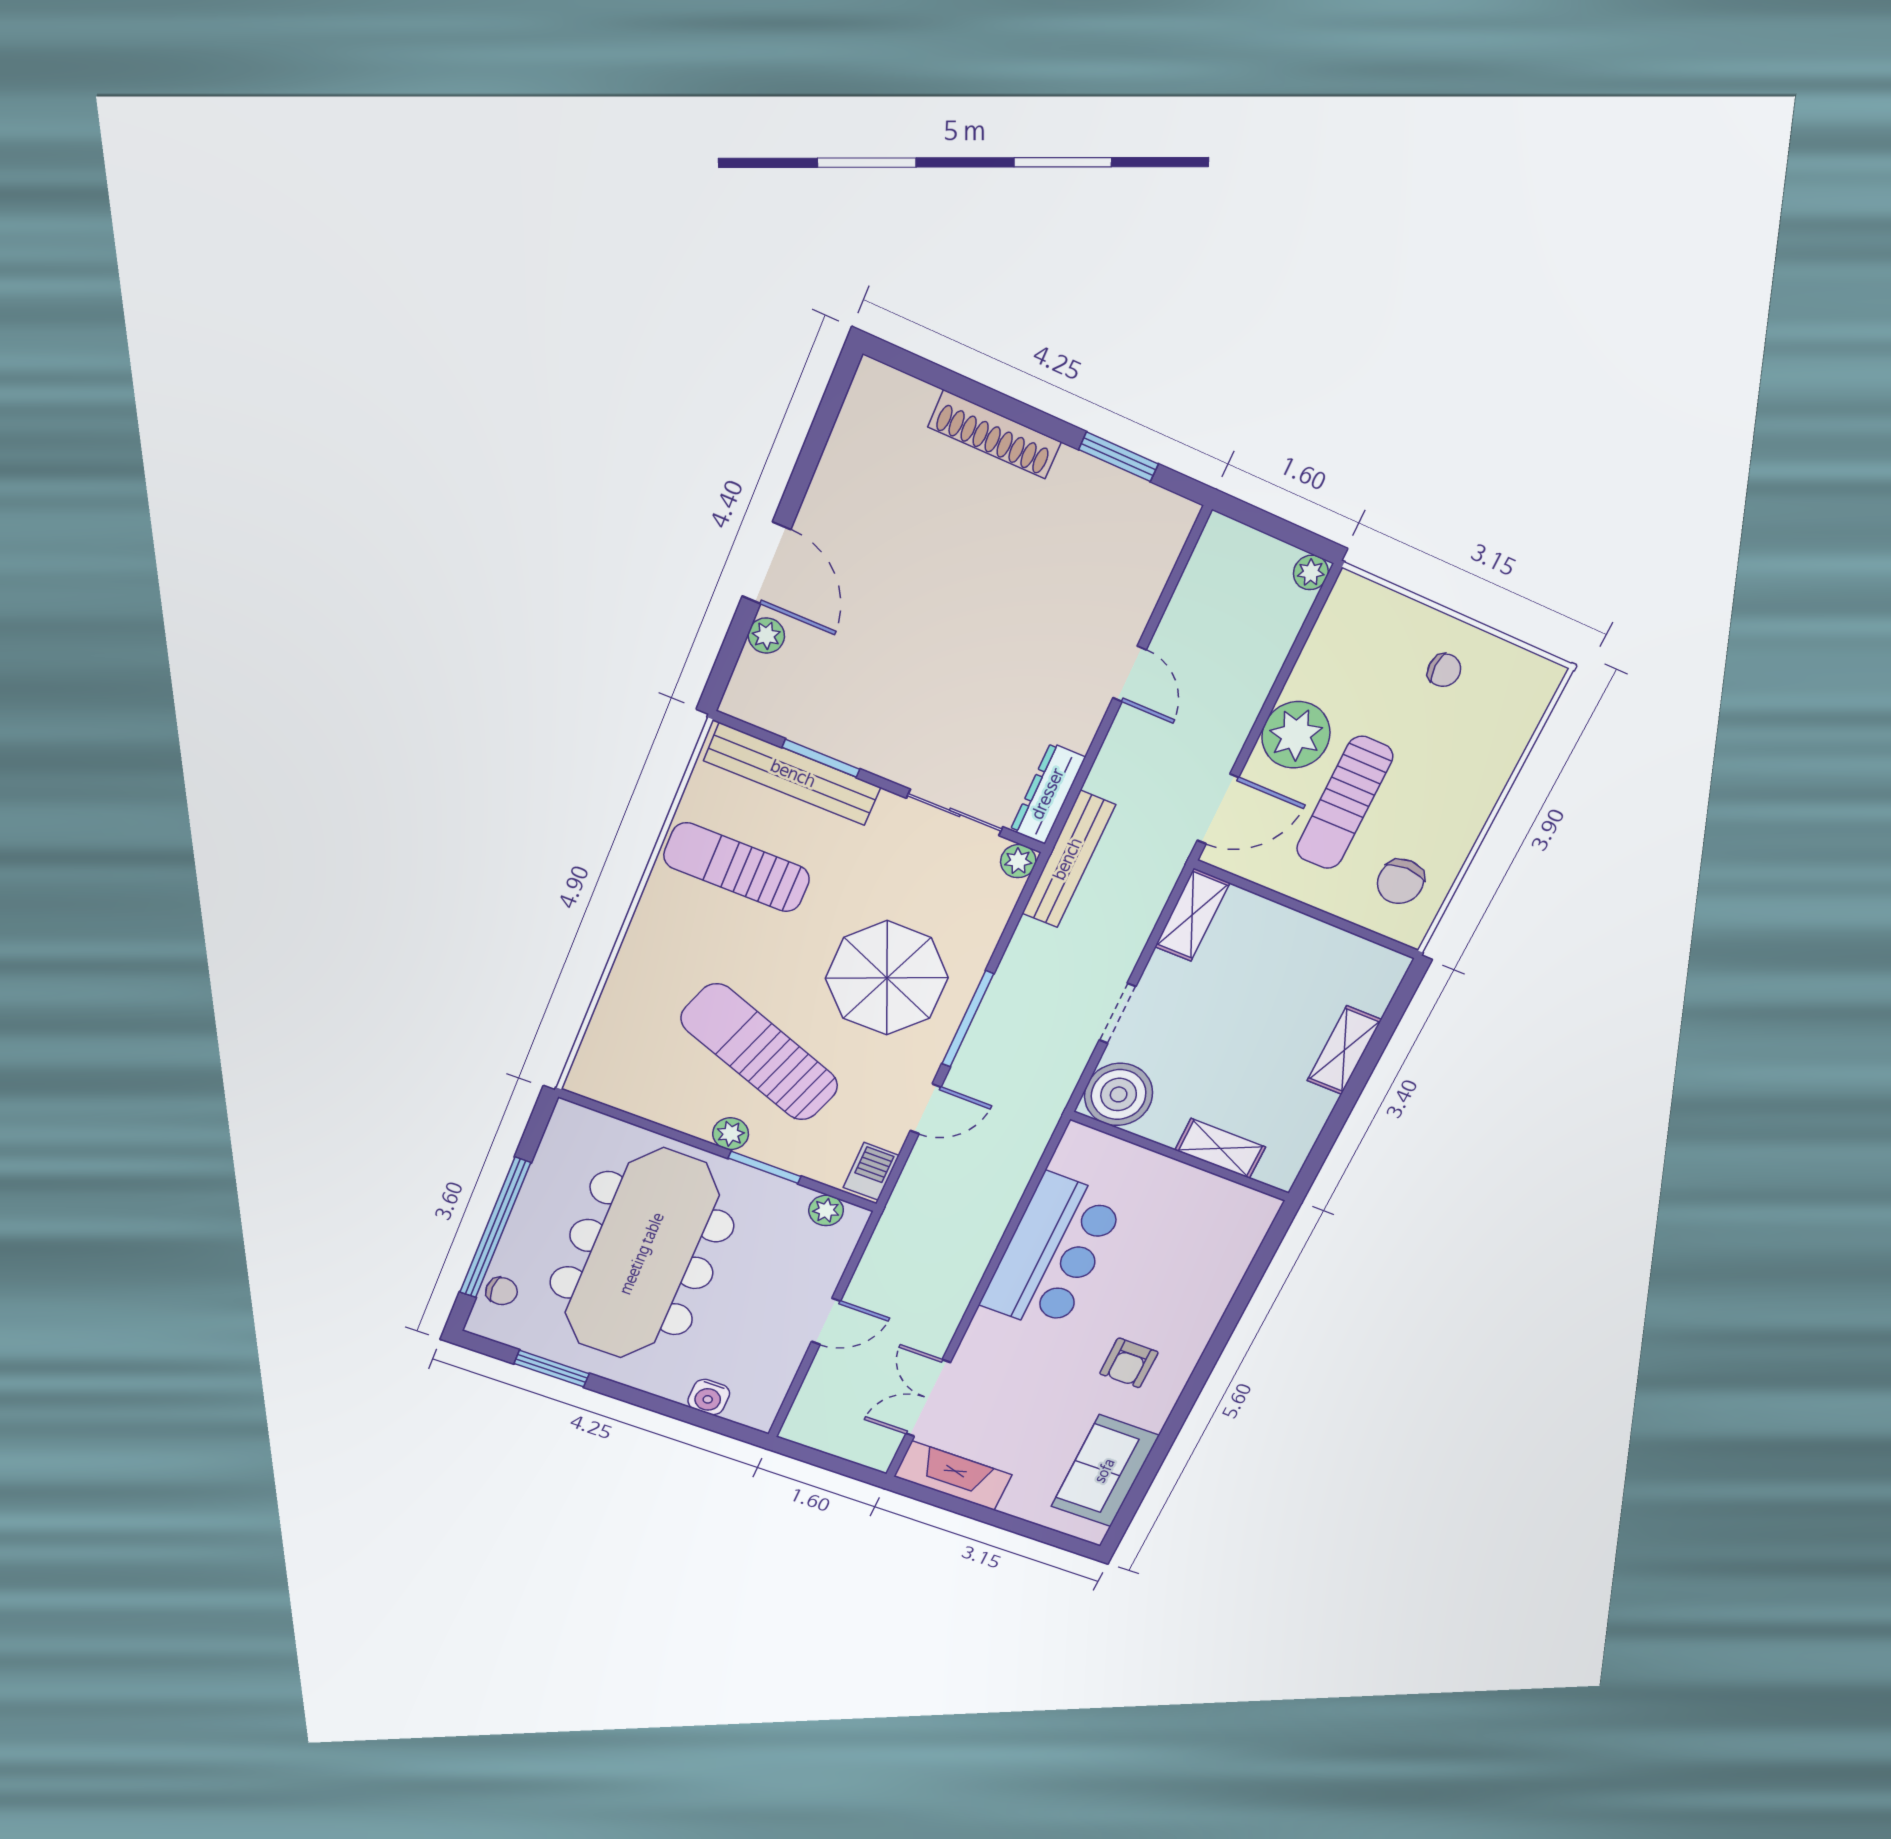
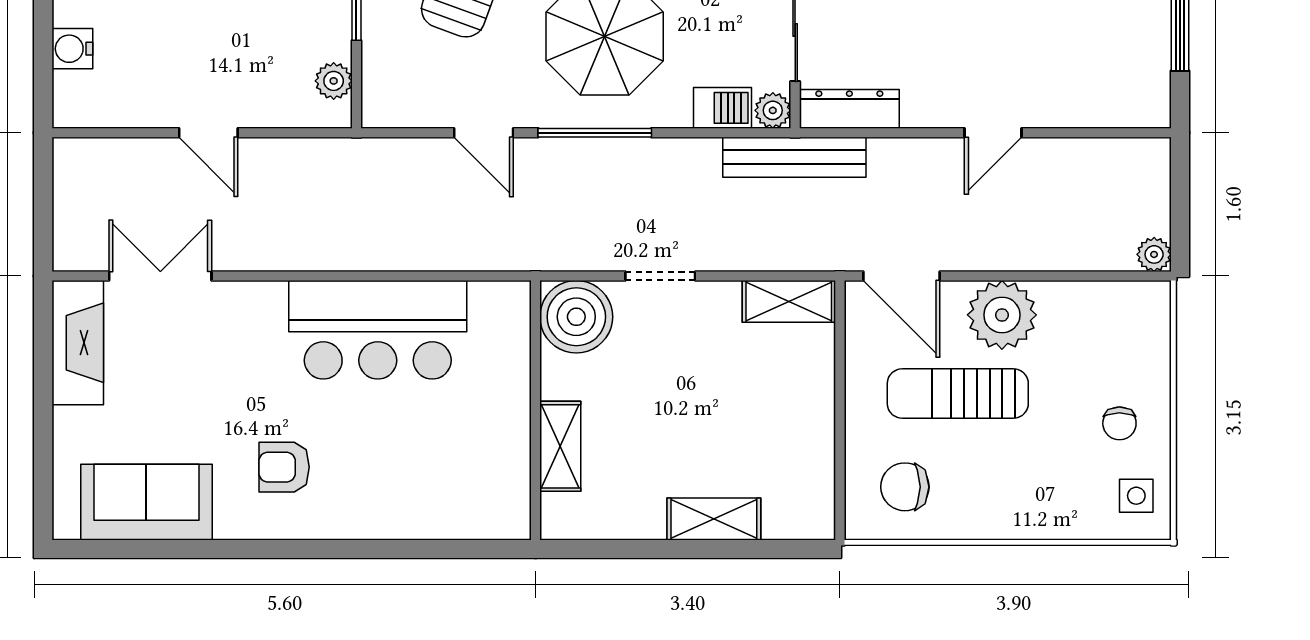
side table: (1515, 683) -> (1136, 496), added
barbecue: (871, 1171) -> (722, 108), moved

